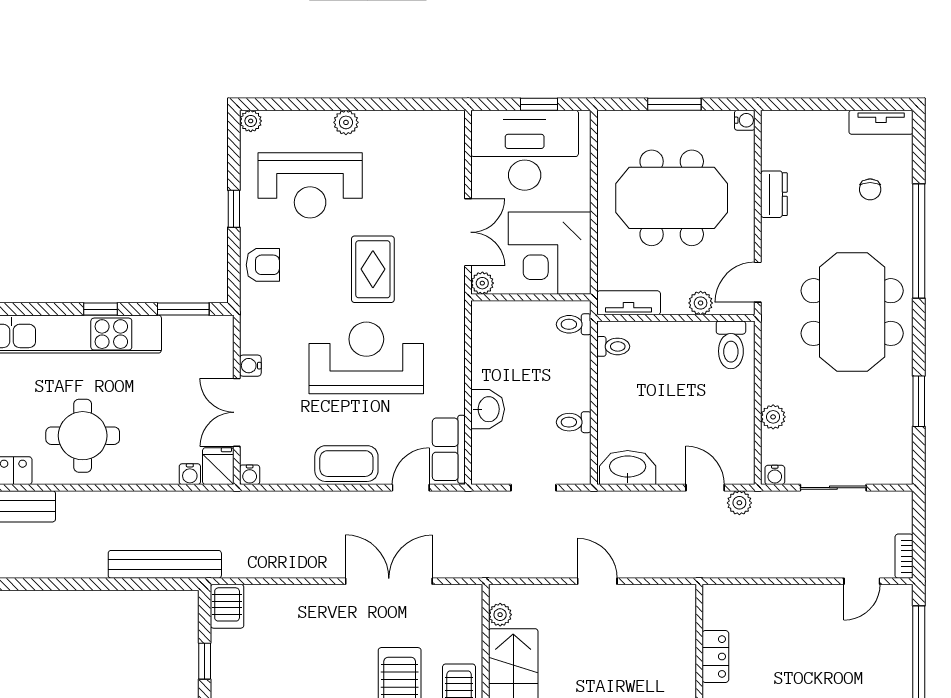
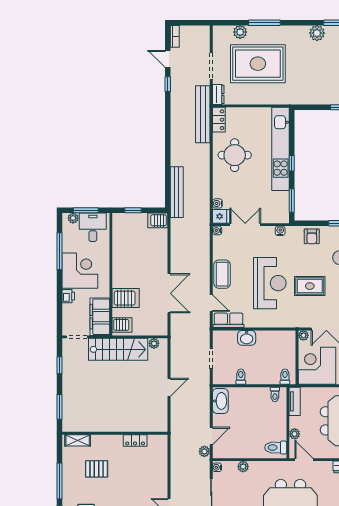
water cooler: (250, 366) -> (280, 231), moved

